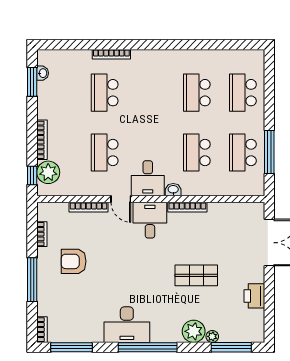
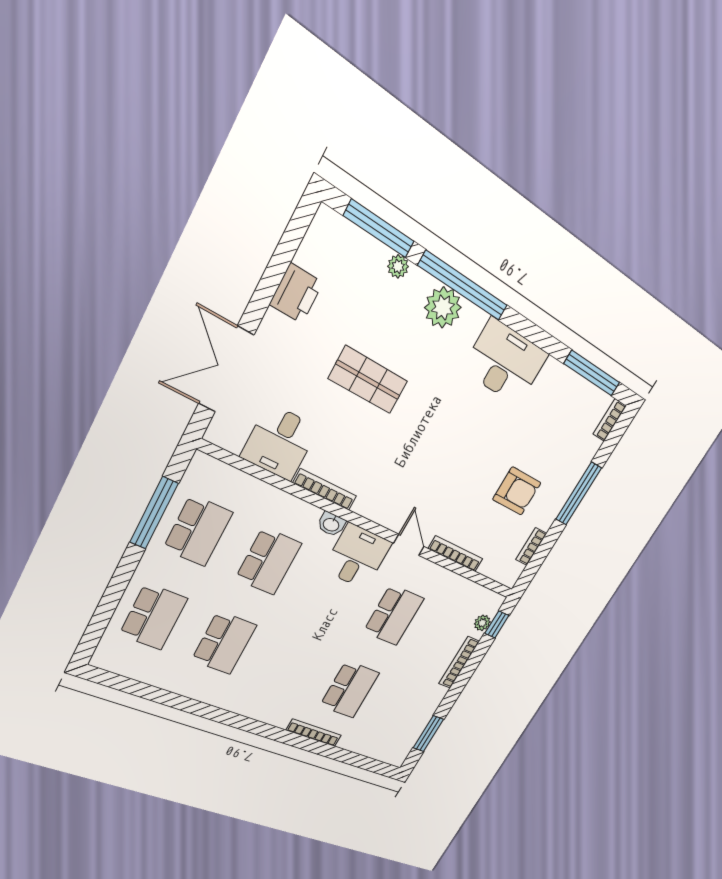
washbasin: (43, 73) -> (410, 739), removed
plant: (48, 172) -> (482, 623), width x0.53, depth x0.53
desk: (150, 220) -> (280, 442), moved
plant: (194, 331) -> (443, 308), moved
window: (148, 347) -> (463, 286), moved

